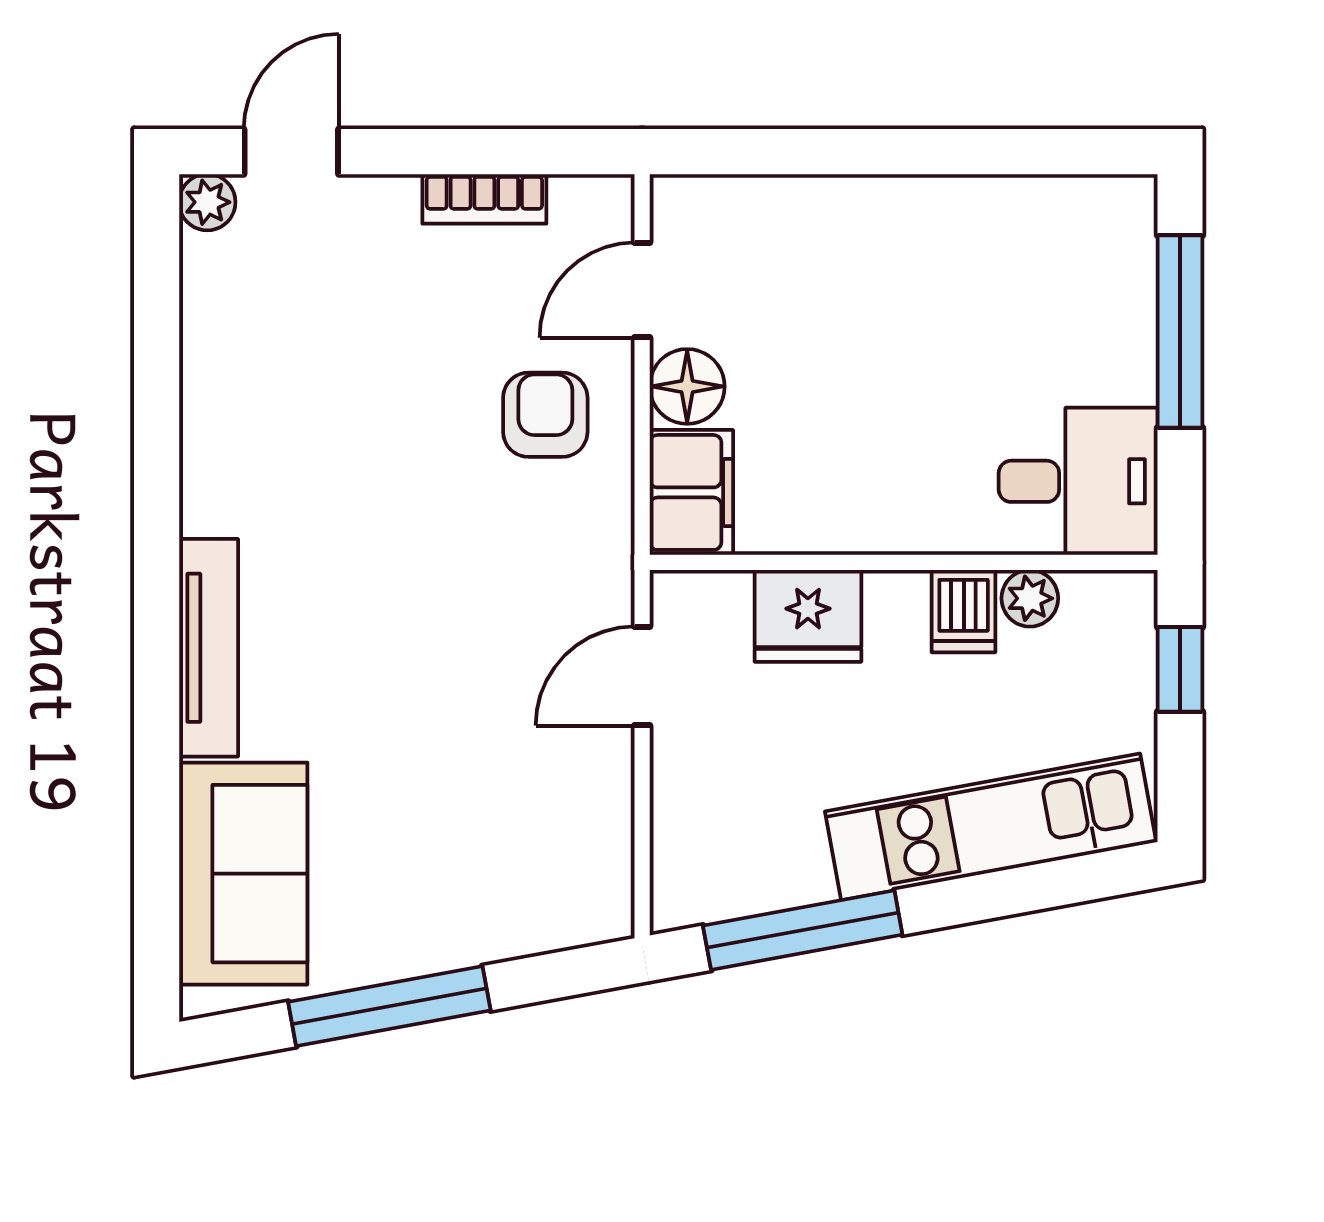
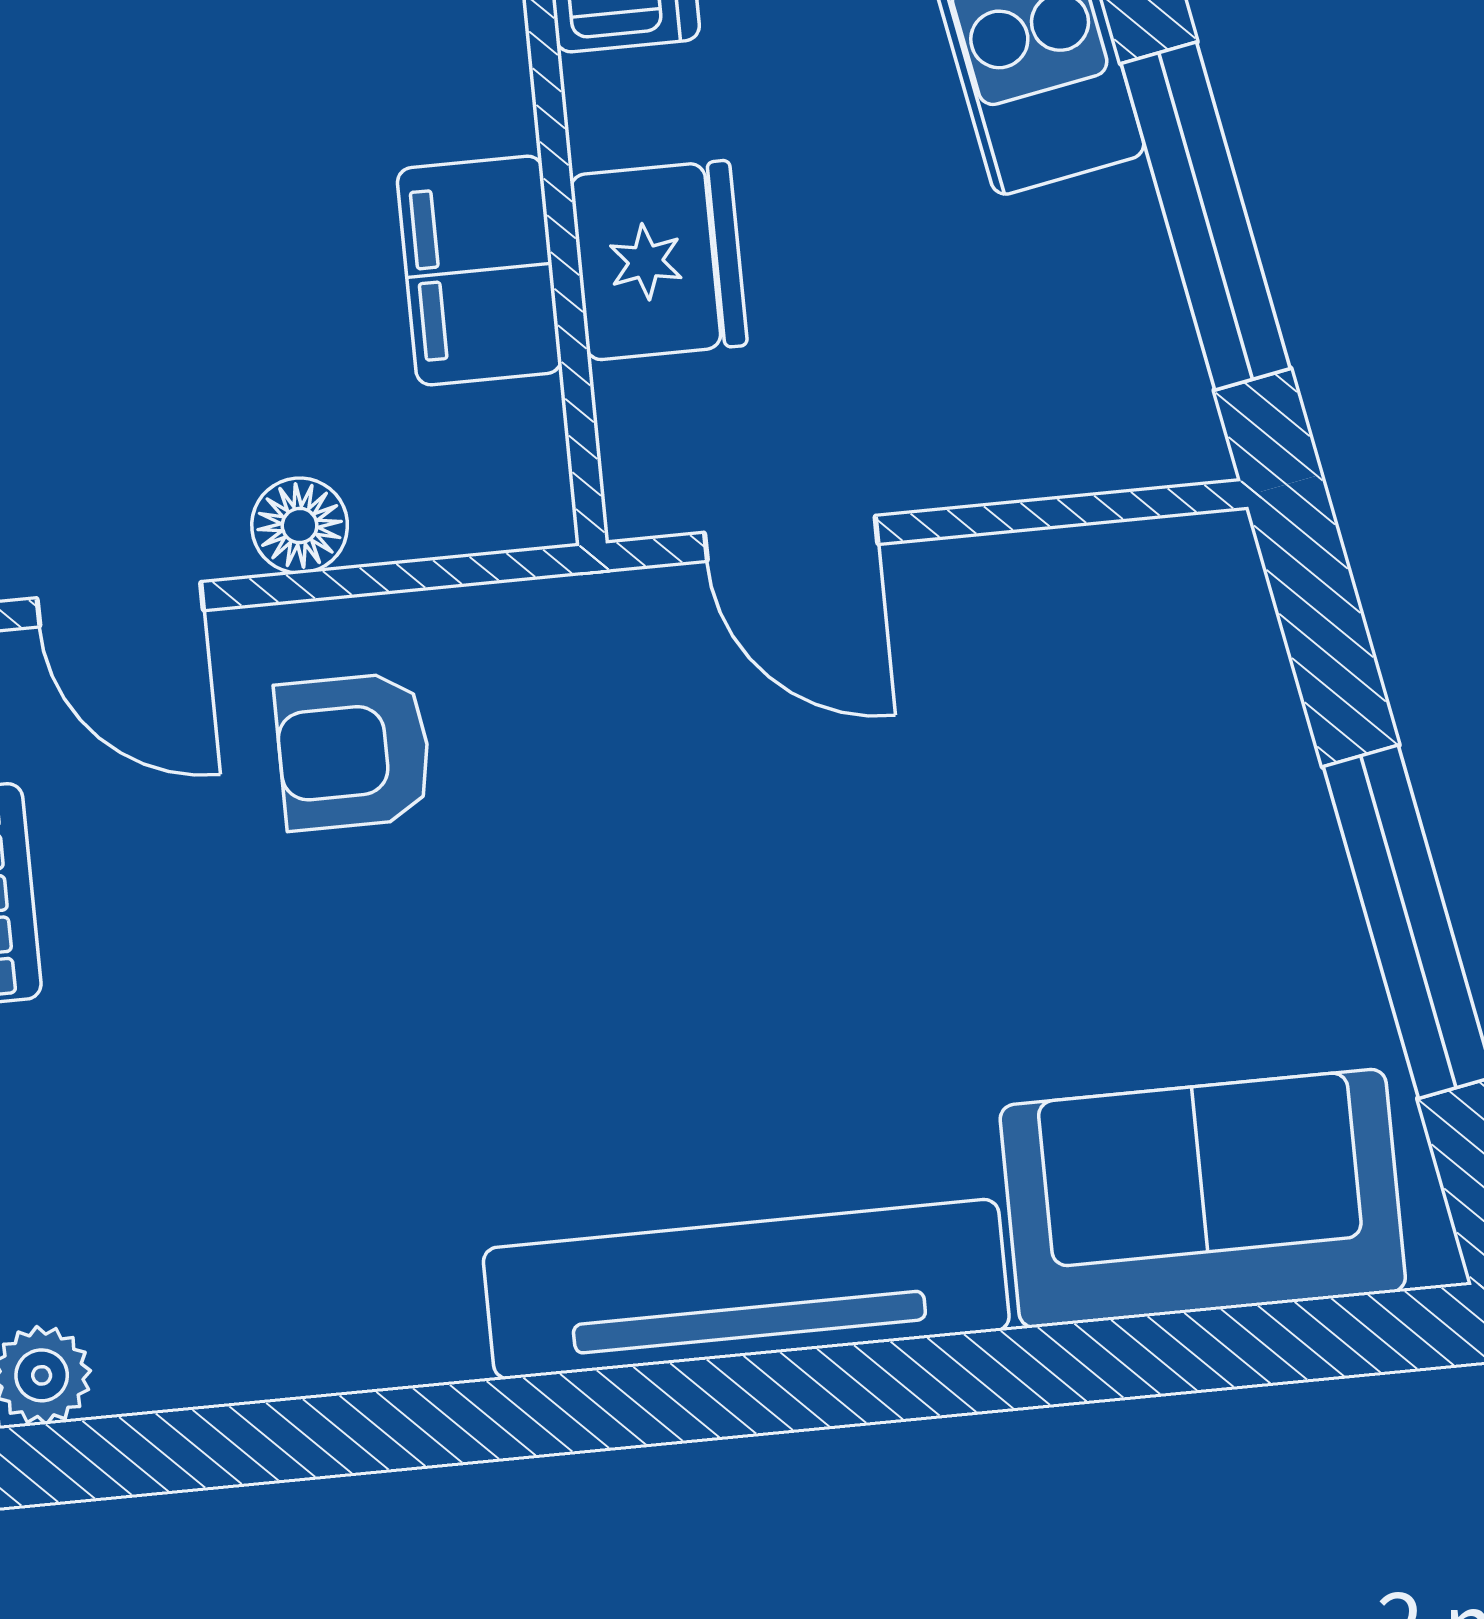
floor lamp: (687, 386) -> (300, 526), width x0.73, depth x0.73
filing cabinet: (691, 492) -> (479, 270), moved, turned -90
tv unit: (209, 648) -> (746, 1289), width x1.36, depth x1.29

